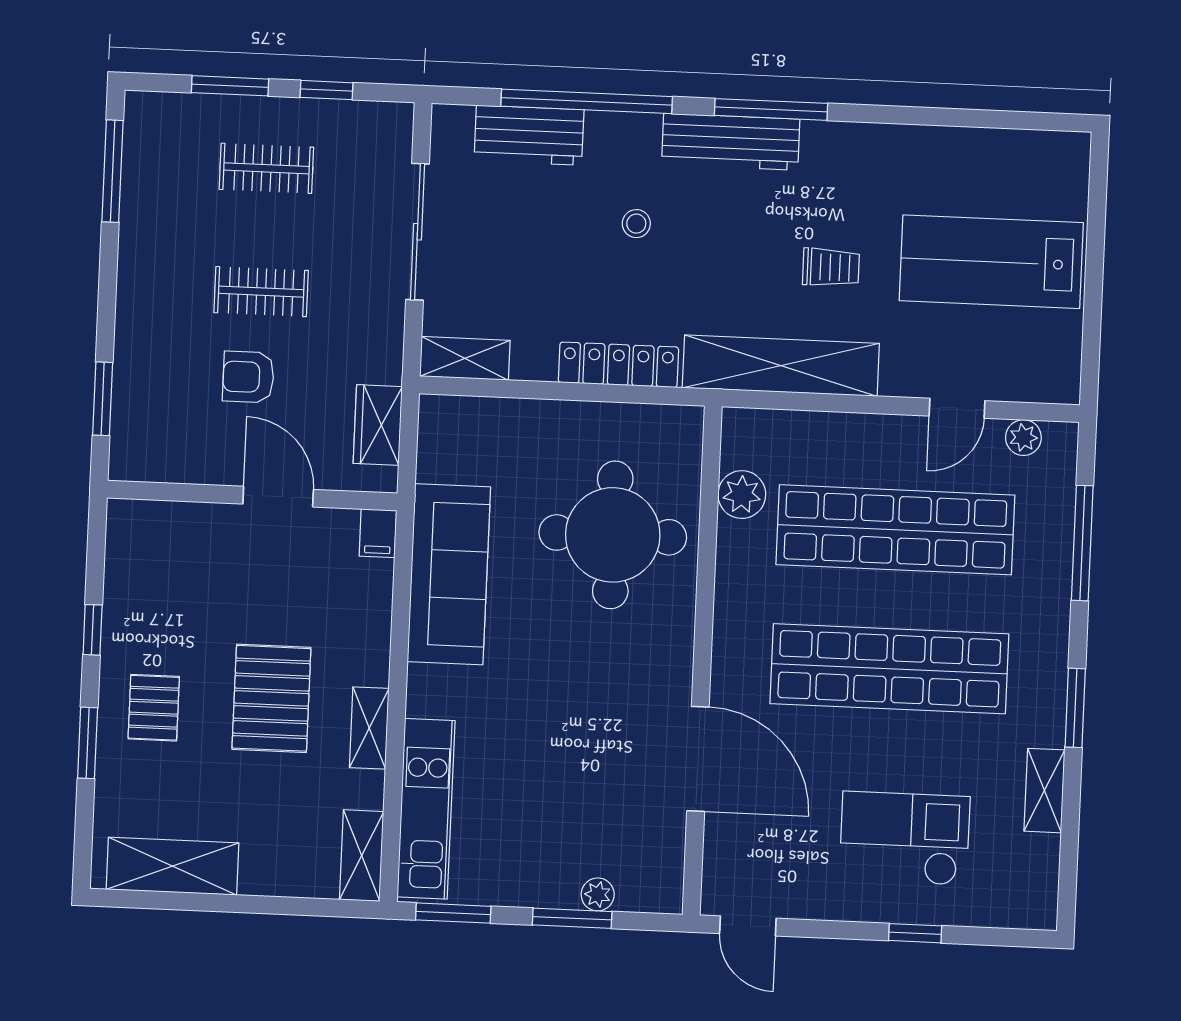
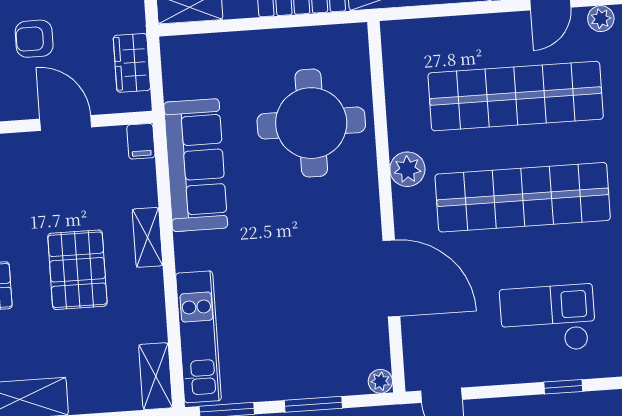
plant: (742, 495) -> (407, 169), moved
shelving: (369, 728) -> (148, 237), moved
plant: (598, 894) -> (380, 381), moved

